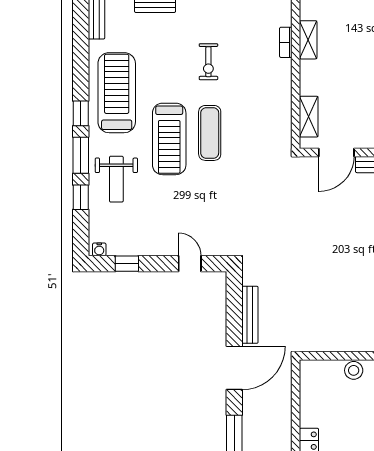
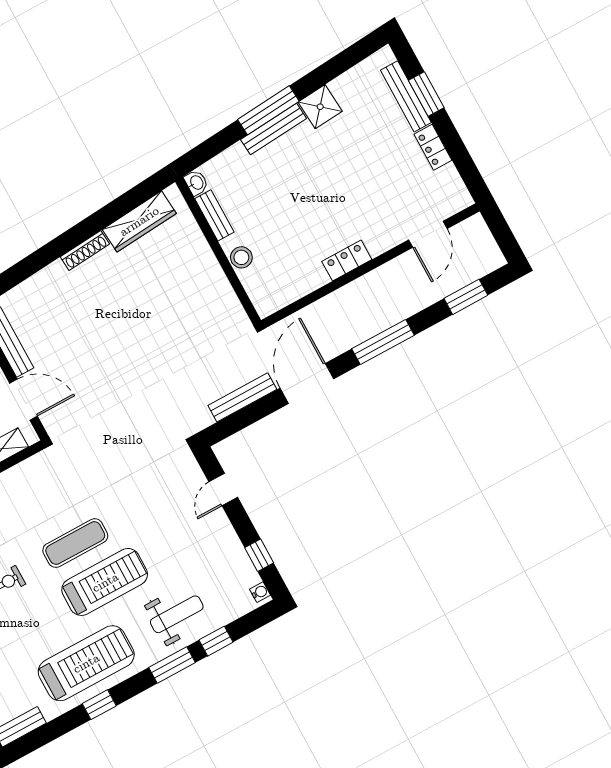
treadmill: (117, 93) -> (86, 663), turned 180
window: (81, 113) -> (99, 705), moved
door: (234, 368) -> (307, 384), hinge flipped

